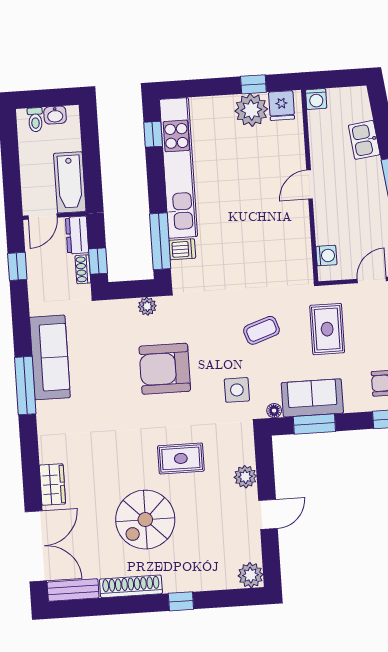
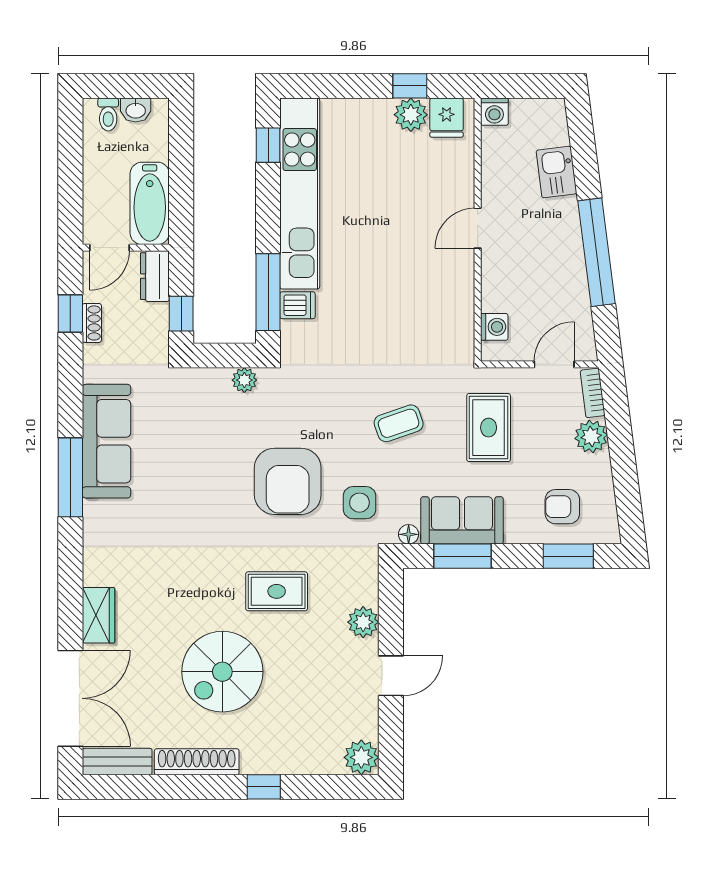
plant: (251, 110) -> (411, 115), width x0.73, depth x0.73
shoe rack: (83, 269) -> (92, 323), moved, turned 180
armchair: (165, 369) -> (288, 481), moved, turned -90

